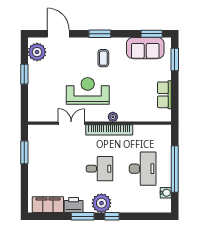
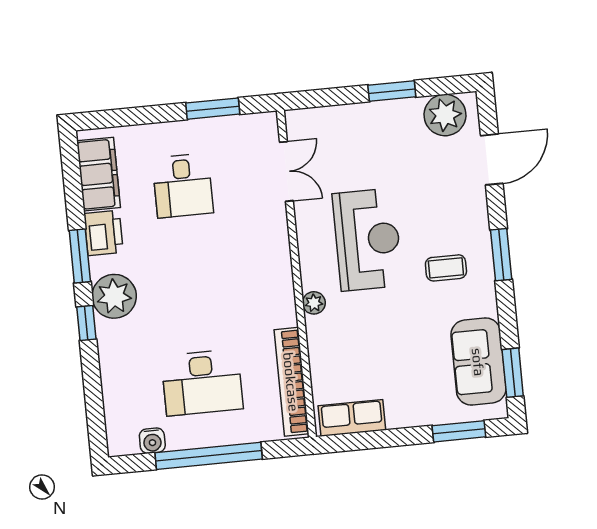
row of seats: (164, 95) -> (352, 418), moved
double door: (71, 123) -> (286, 171), moved
bookcase: (109, 130) -> (291, 382), moved
desk: (100, 169) -> (183, 186), moved

